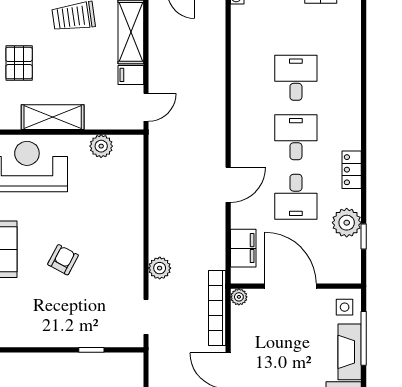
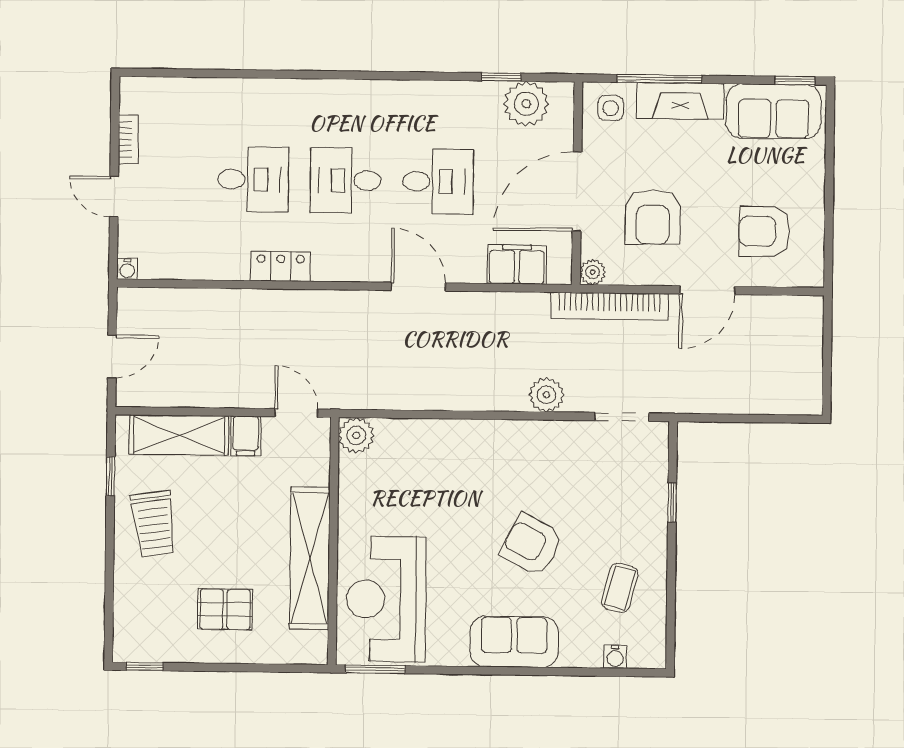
desk: (296, 78) -> (253, 179), turned 180
shelving: (53, 117) -> (310, 558), width x1.47
plant: (101, 146) -> (356, 435), moved
locker: (352, 170) -> (281, 266), moved, turned 180
plant: (347, 223) -> (526, 104), moved
armchair: (63, 260) -> (532, 545), width x1.38, depth x1.38
coffee table: (36, 317) -> (620, 588), added
armchair: (275, 335) -> (653, 217), added

